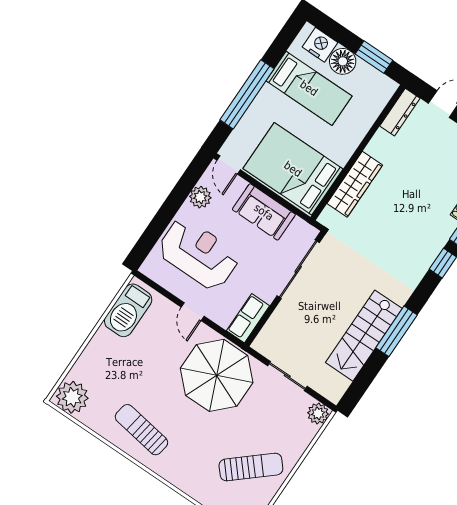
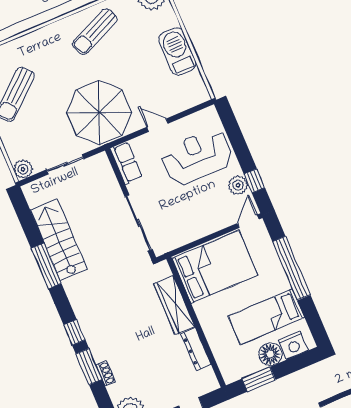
dresser: (400, 112) -> (196, 349), moved
door: (229, 165) -> (248, 221), hinge flipped
window: (186, 184) -> (254, 181), added
sofa: (264, 212) -> (197, 225), removed
reception desk: (198, 254) -> (197, 157), turned 180
barbecue: (128, 310) -> (177, 51), moved
sun lounger: (141, 430) -> (95, 32), turned 147

